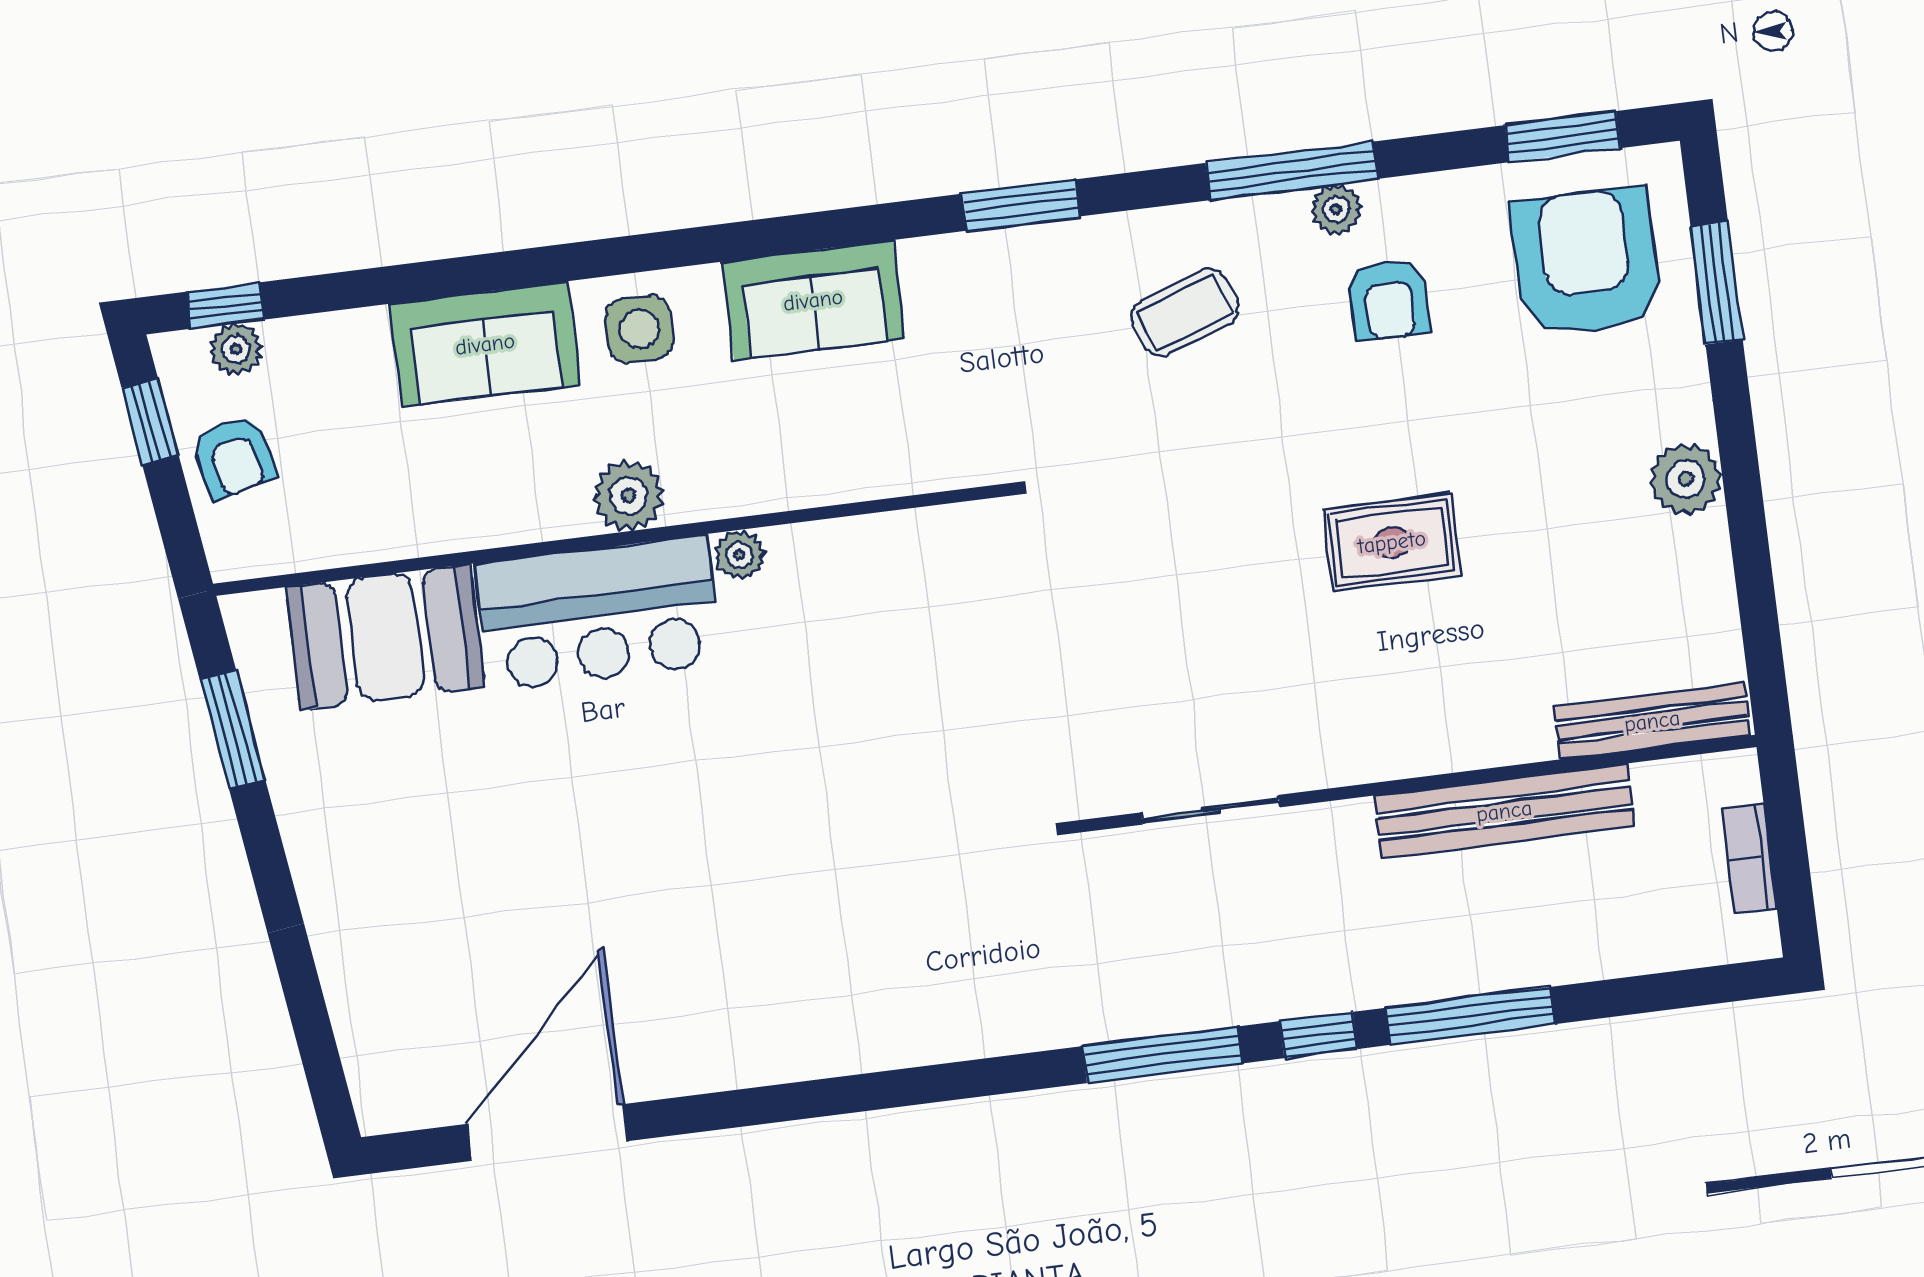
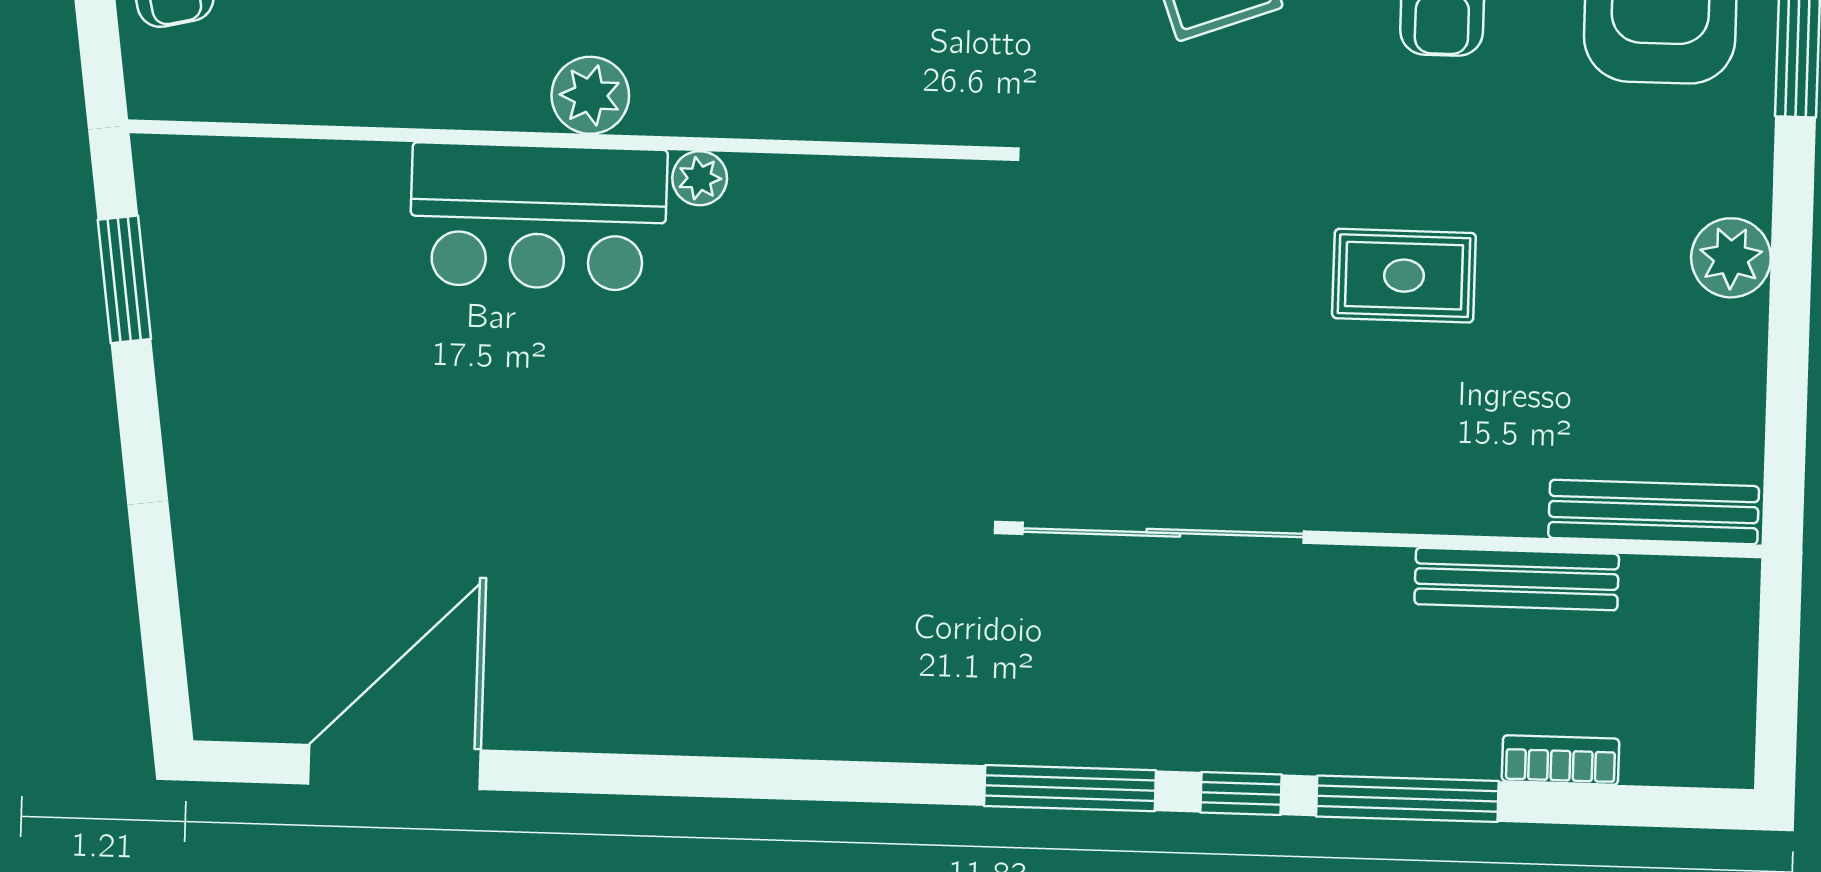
booth: (385, 637) -> (305, 206), removed
sliding door: (1211, 810) -> (1163, 533), width x1.86
bench: (1504, 811) -> (1517, 579), width x0.73, depth x0.82
bookcase: (1749, 858) -> (1561, 760), moved, turned 90

